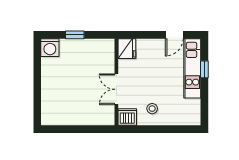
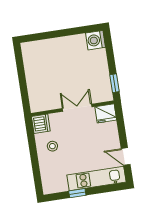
window: (75, 35) -> (114, 83), moved
window: (204, 69) -> (77, 193), moved
double door: (116, 89) -> (77, 108), moved

